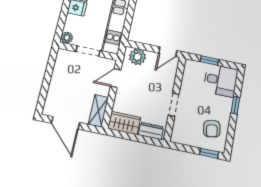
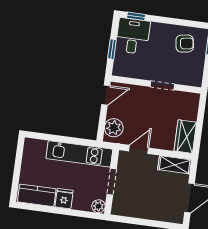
door: (168, 52) -> (106, 95), hinge flipped
door: (116, 78) -> (139, 149), swing flipped
window: (235, 105) -> (136, 16), moved
dresser: (151, 131) -> (192, 108), removed

